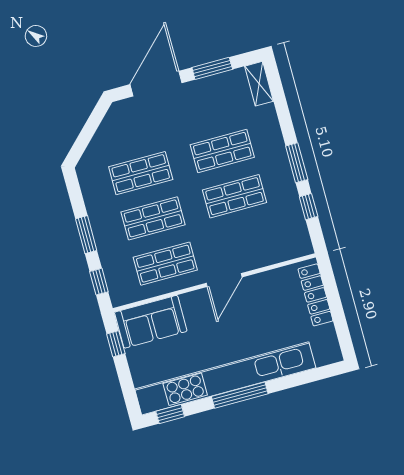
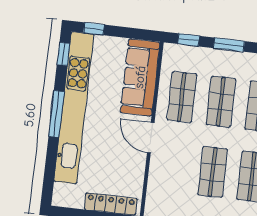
sofa: (151, 322) -> (140, 77), width x1.36
window: (116, 344) -> (94, 29), moved

